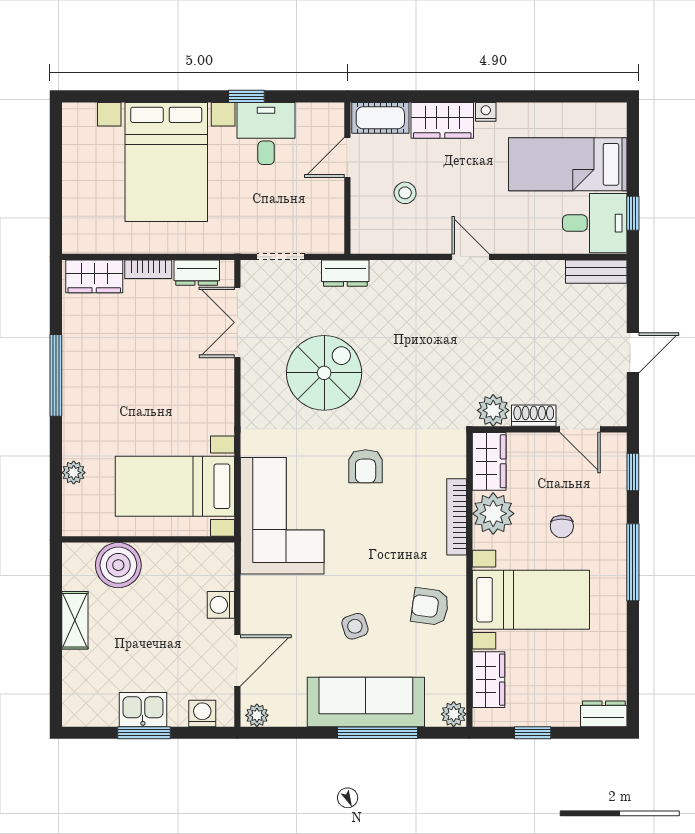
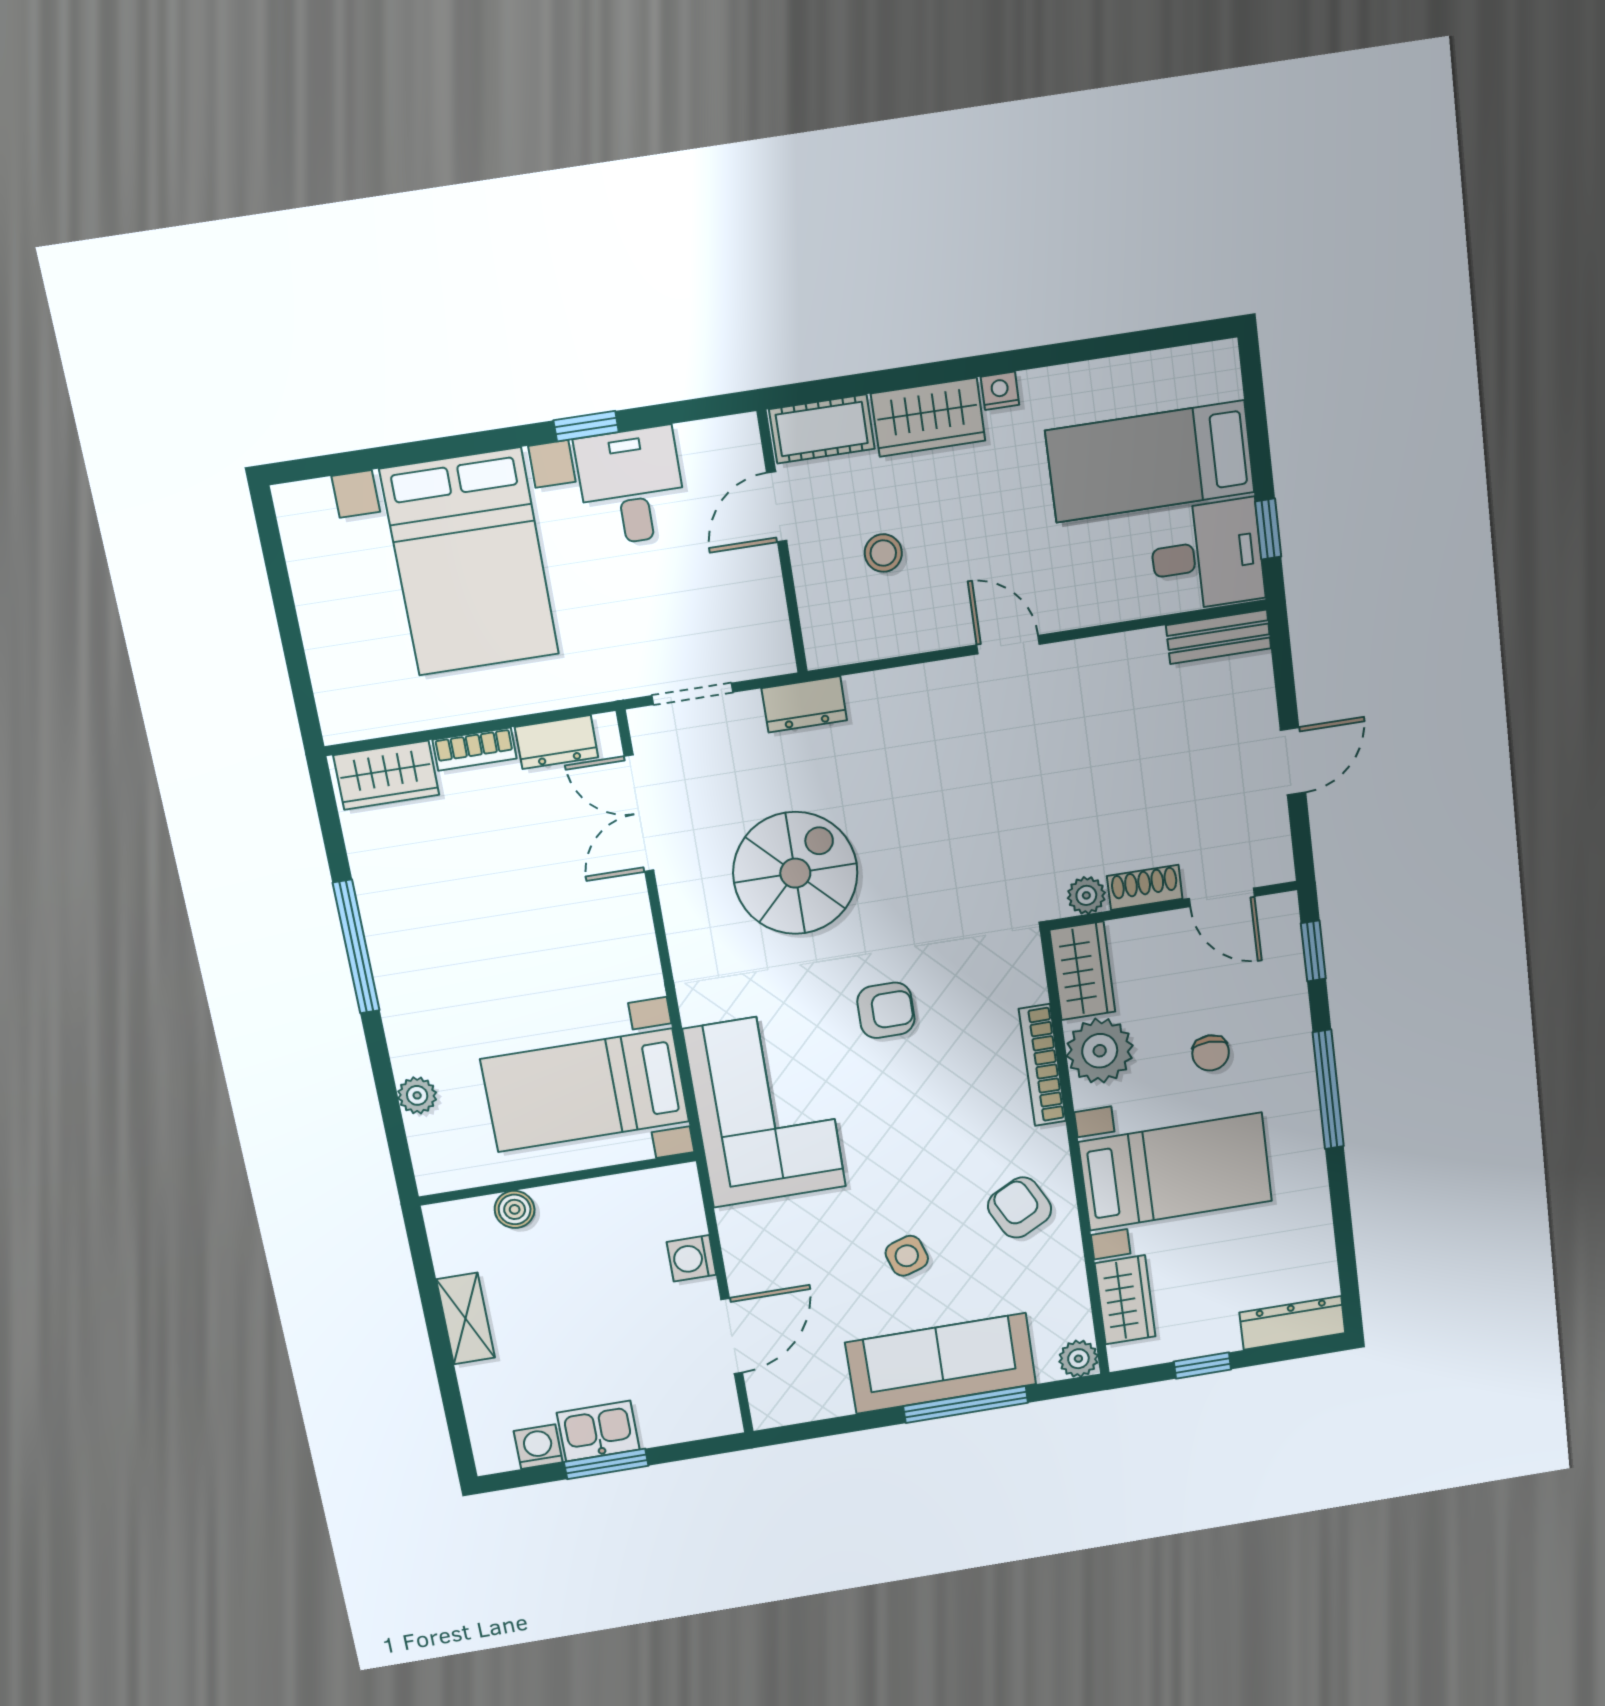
plant: (493, 410) -> (1086, 895), width x0.73, depth x0.73
armchair: (366, 466) -> (886, 1010), turned -90
boiler: (118, 565) -> (515, 1209), width x0.54, depth x0.54
armchair: (430, 607) -> (1020, 1208), turned 55
washing machine: (202, 713) -> (538, 1447), moved
dresser: (604, 714) -> (1292, 1323), width x1.44
plant: (257, 715) -> (776, 1410), removed

